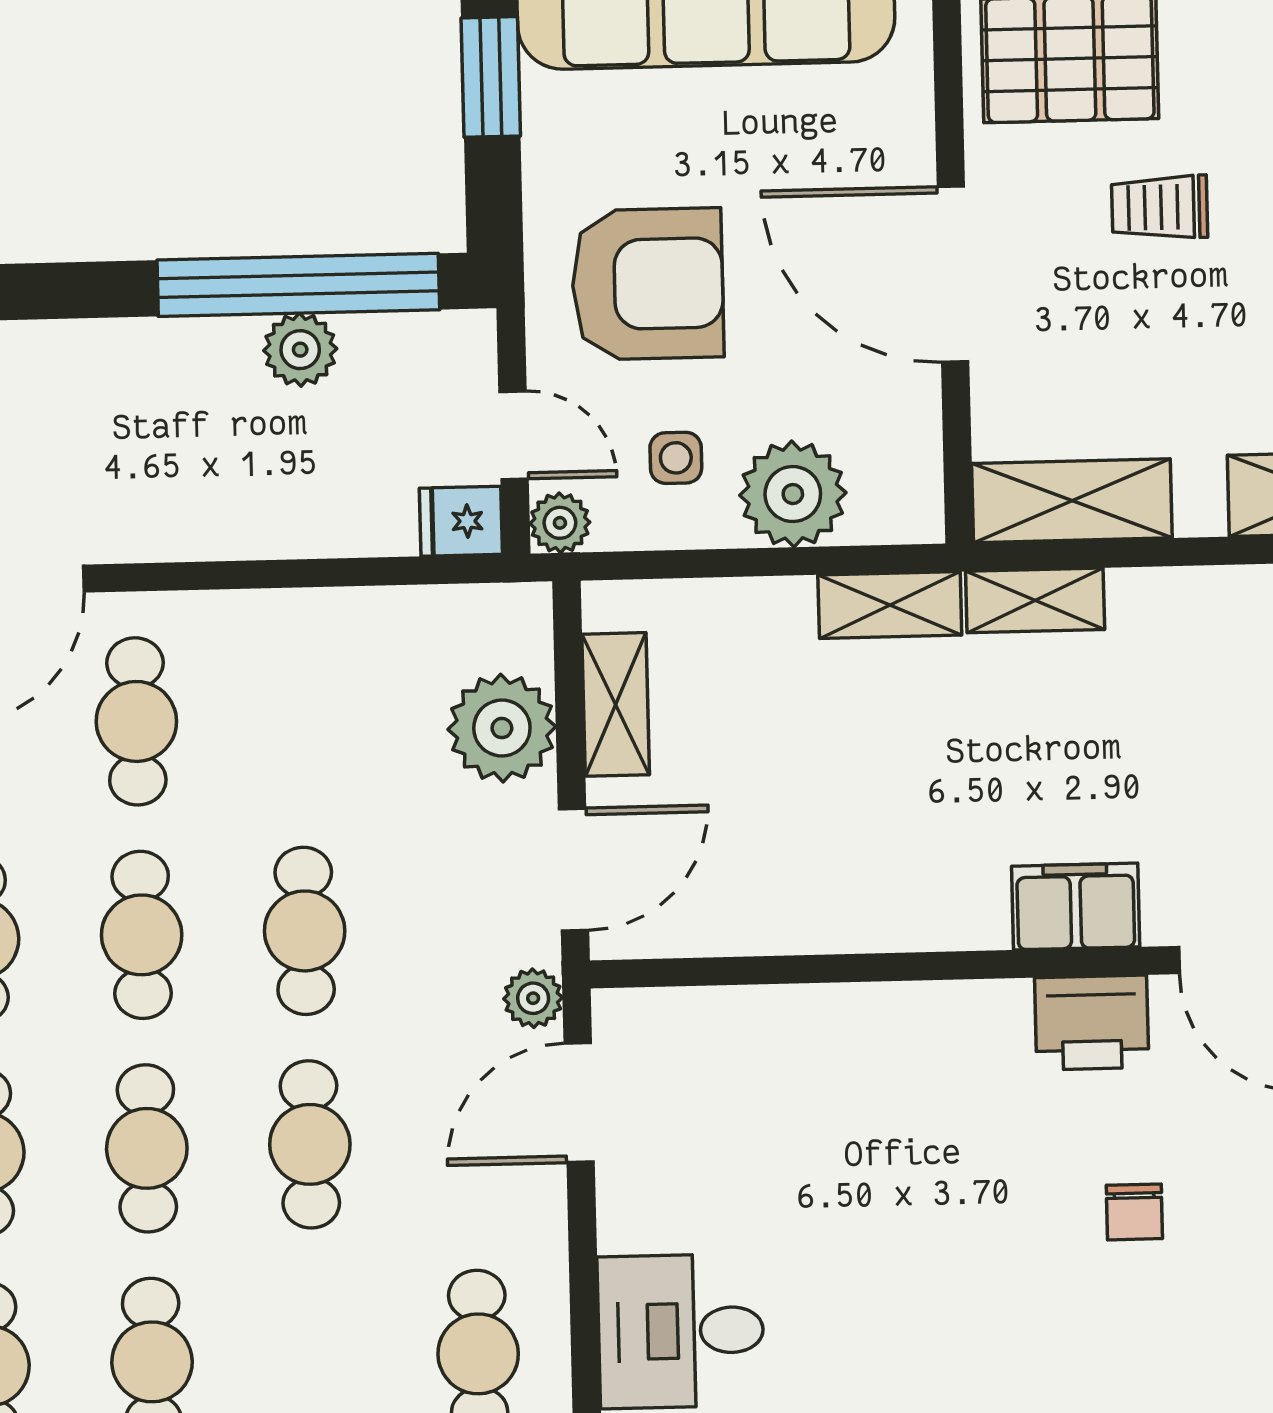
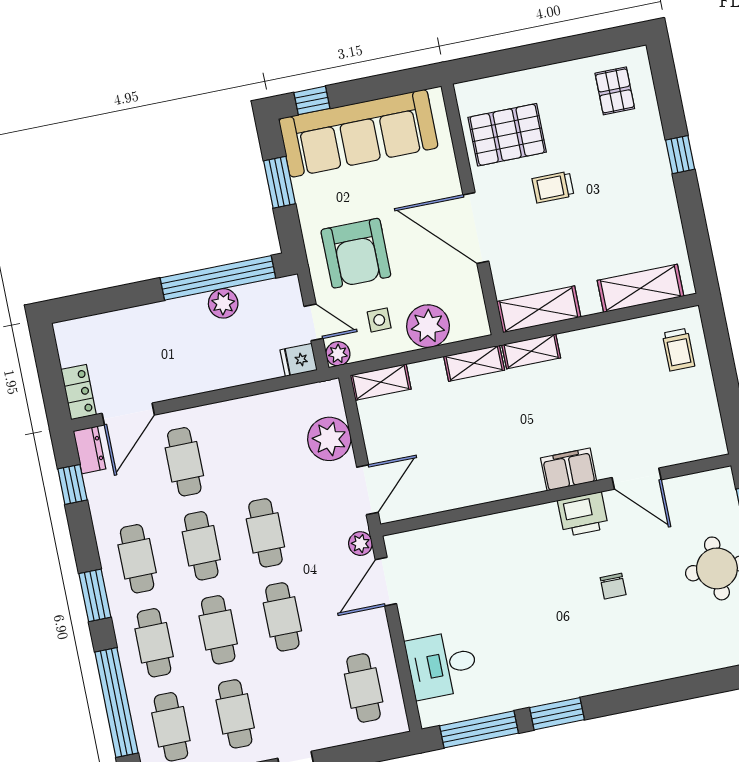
armchair: (648, 284) -> (356, 253), turned 90
shelving: (616, 704) -> (381, 382), moved, turned 90

